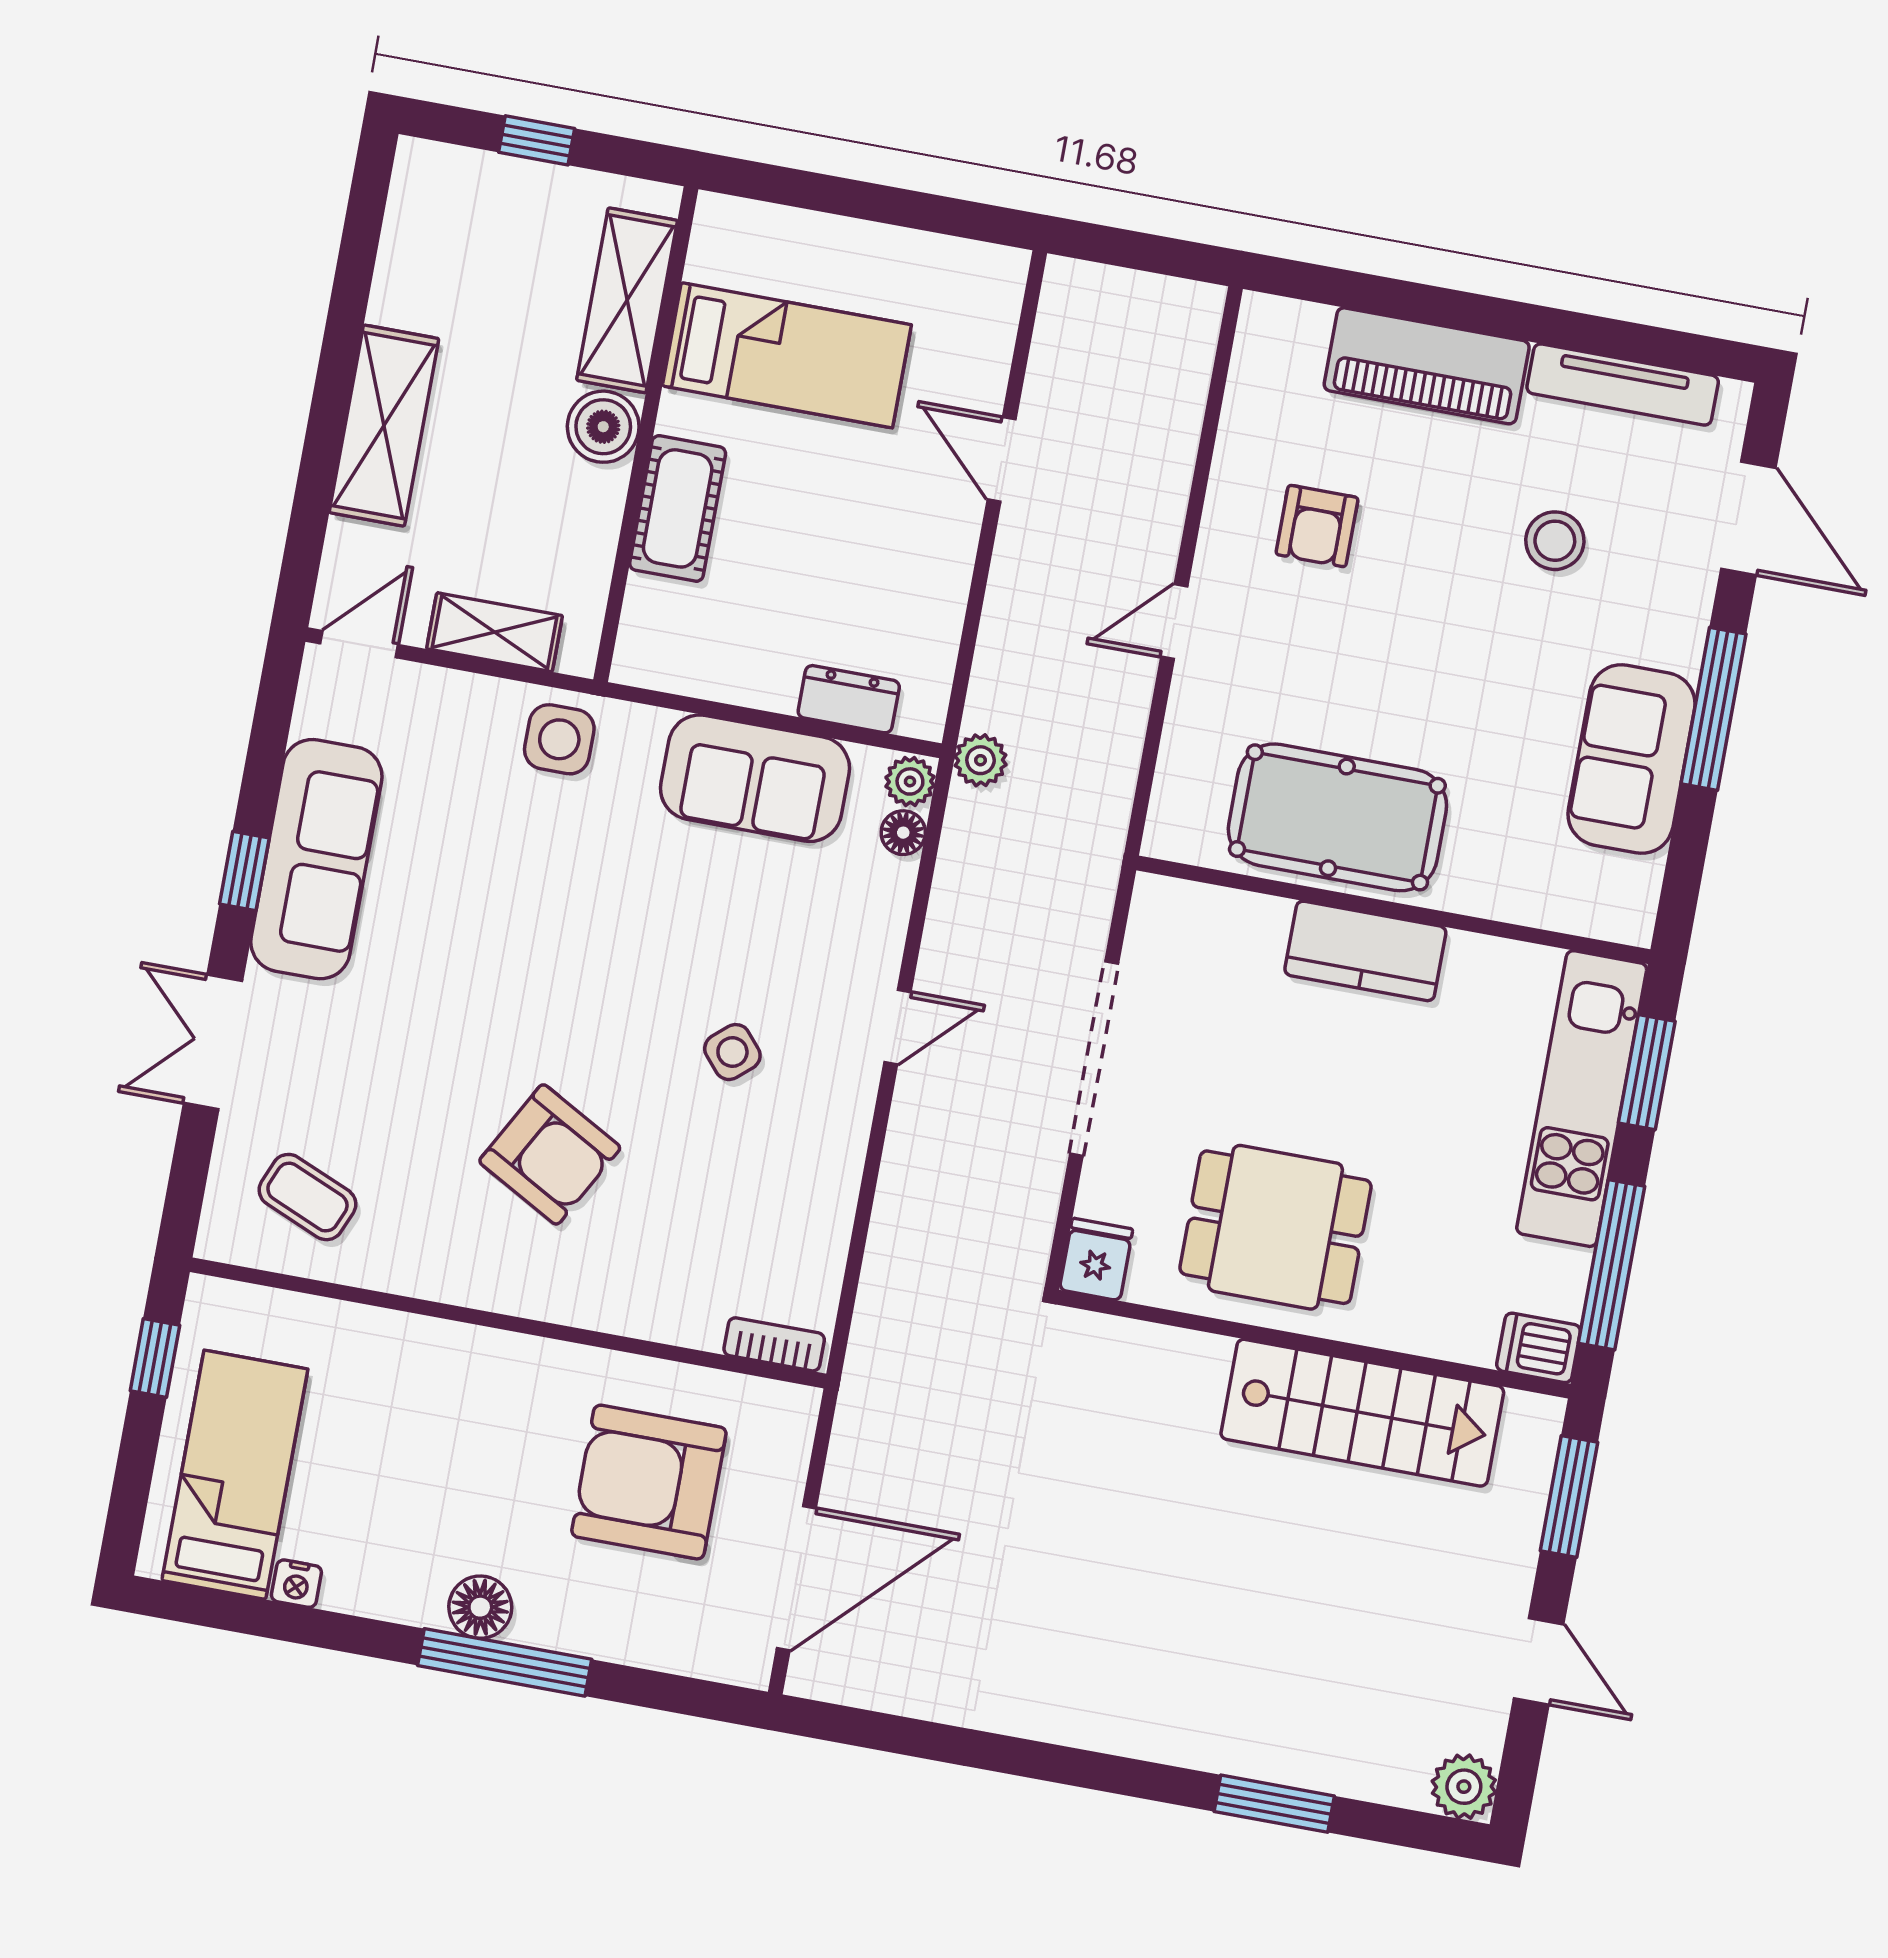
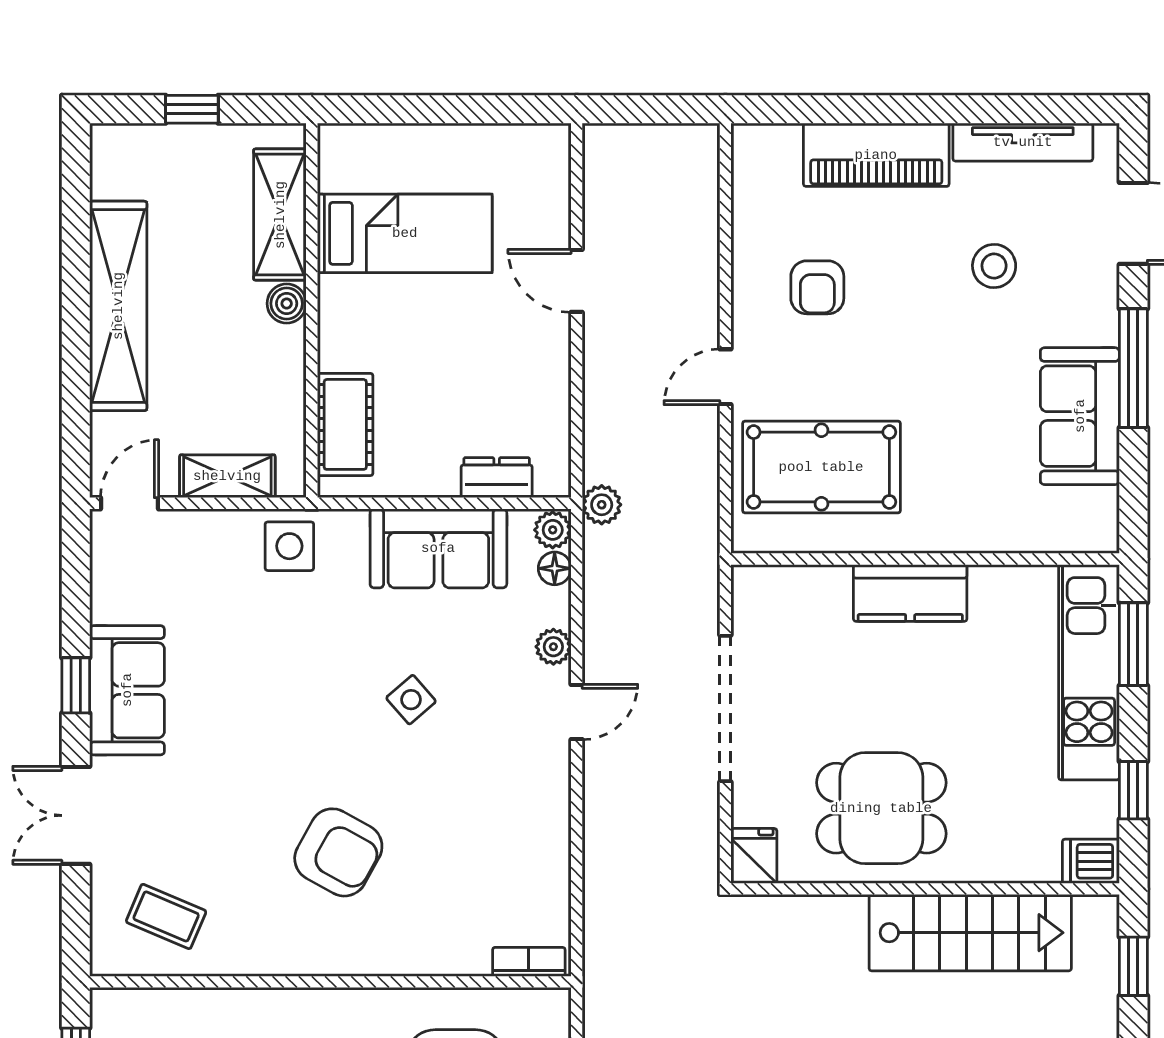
shelving: (384, 426) -> (118, 306), width x1.47
boiler: (603, 427) -> (287, 303), width x0.73, depth x0.73
cot: (678, 508) -> (345, 424), moved
pool table: (1337, 817) -> (821, 467), moved
sofa: (316, 859) -> (127, 690), width x0.73
plant: (883, 935) -> (553, 647), added
side table: (732, 1052) -> (411, 700), moved
window: (1611, 1265) -> (1133, 790), width x0.46
window: (1569, 1496) -> (1133, 966), width x0.67

